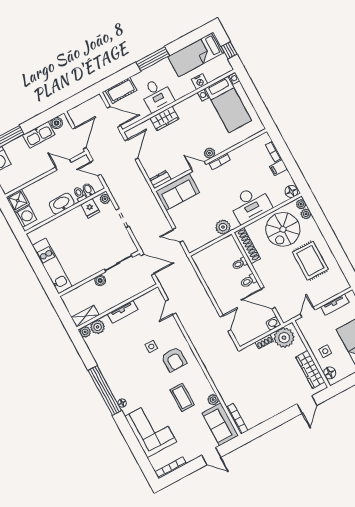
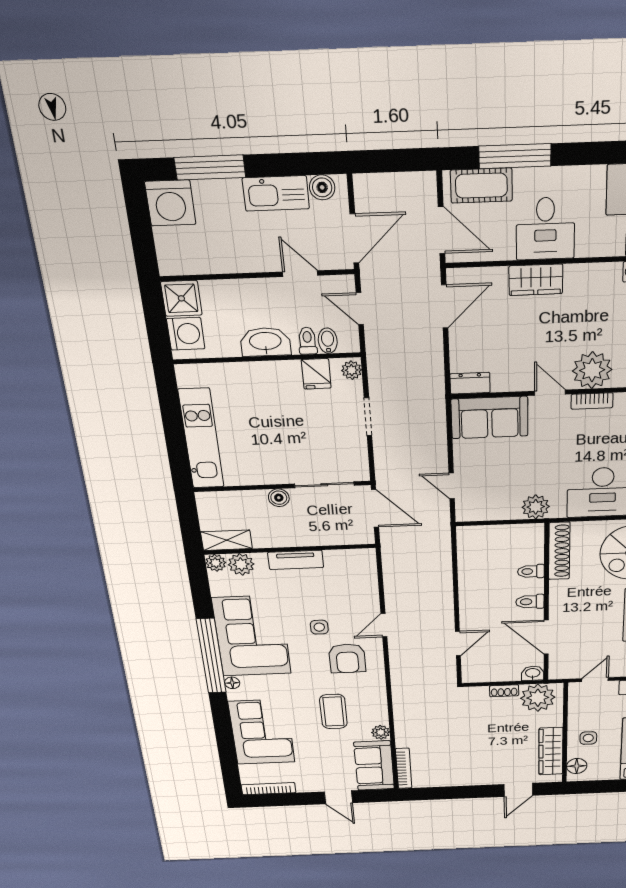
window: (153, 59) -> (515, 156), moved
plant: (209, 153) -> (592, 370), width x1.88, depth x1.88
door: (171, 307) -> (384, 625), moved
corner sofa: (120, 368) -> (252, 636), added

